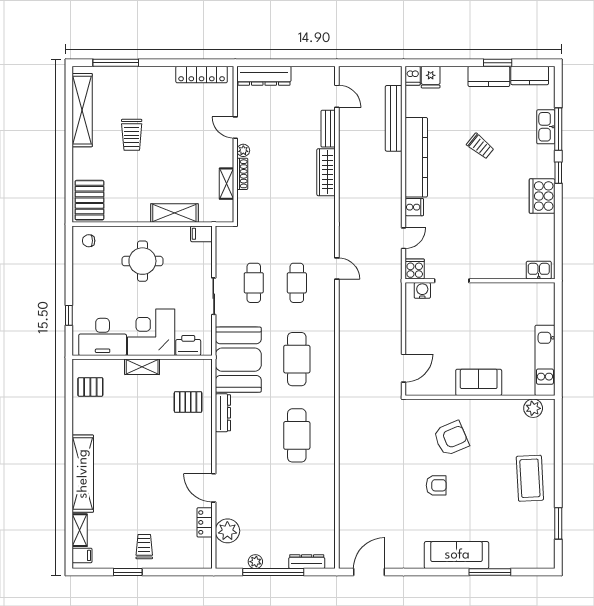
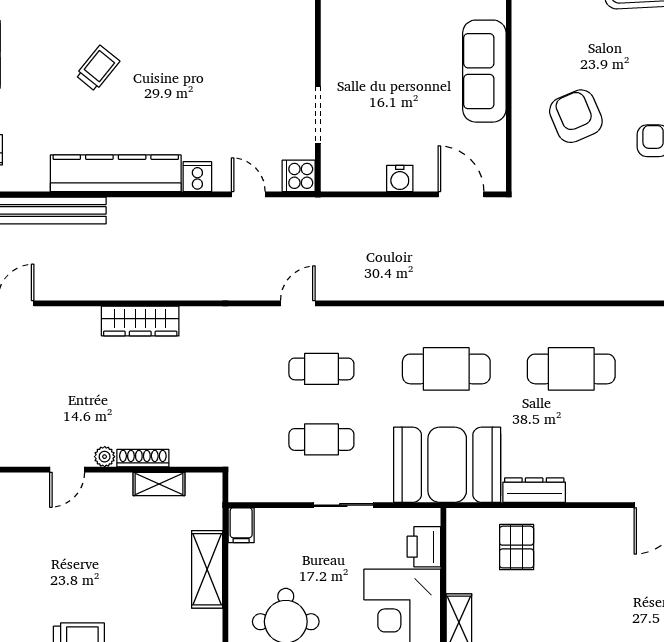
bench: (328, 129) -> (69, 318), removed
water cooler: (422, 290) -> (400, 178), moved, turned -90
sofa: (479, 382) -> (484, 71), width x1.36

